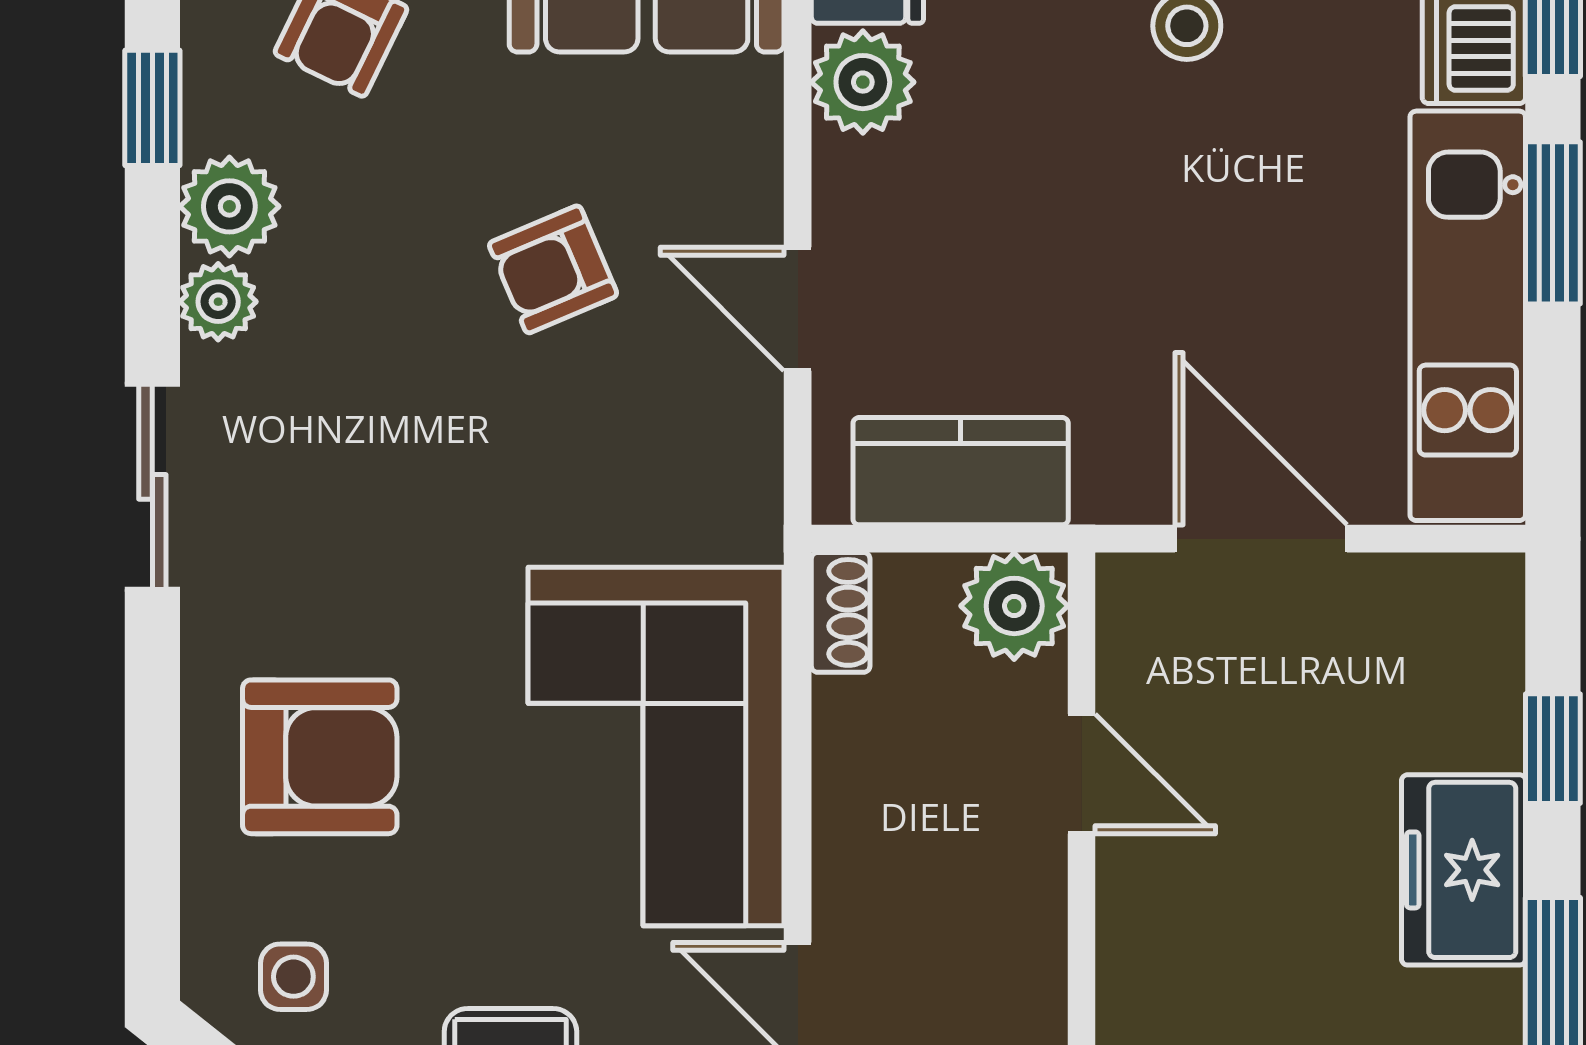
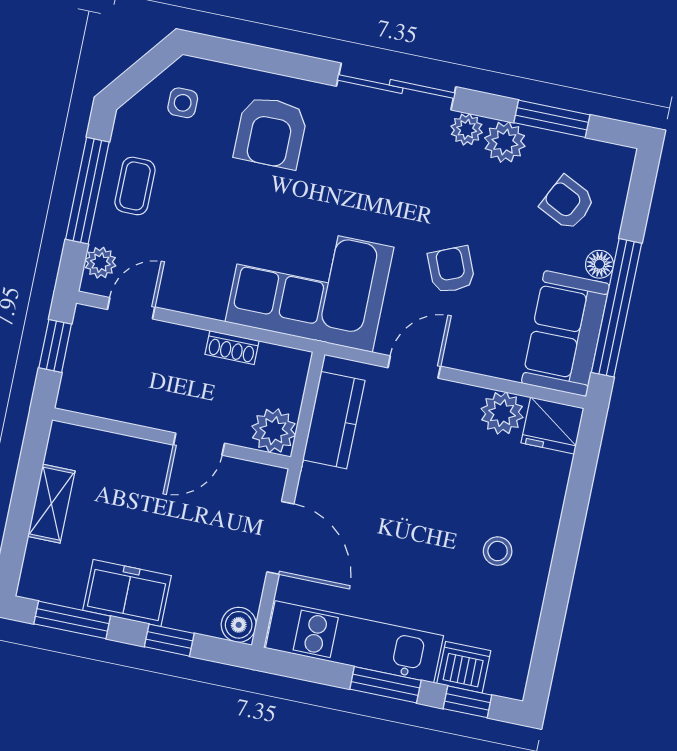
window: (152, 108) -> (552, 119), width x1.50
sliding door: (152, 487) -> (396, 86), width x1.37
door: (1261, 539) -> (280, 538), hinge flipped
boiler: (1484, 594) -> (239, 625), added
shoe rack: (841, 612) -> (232, 348), moved
corner sofa: (656, 746) -> (310, 285), moved

